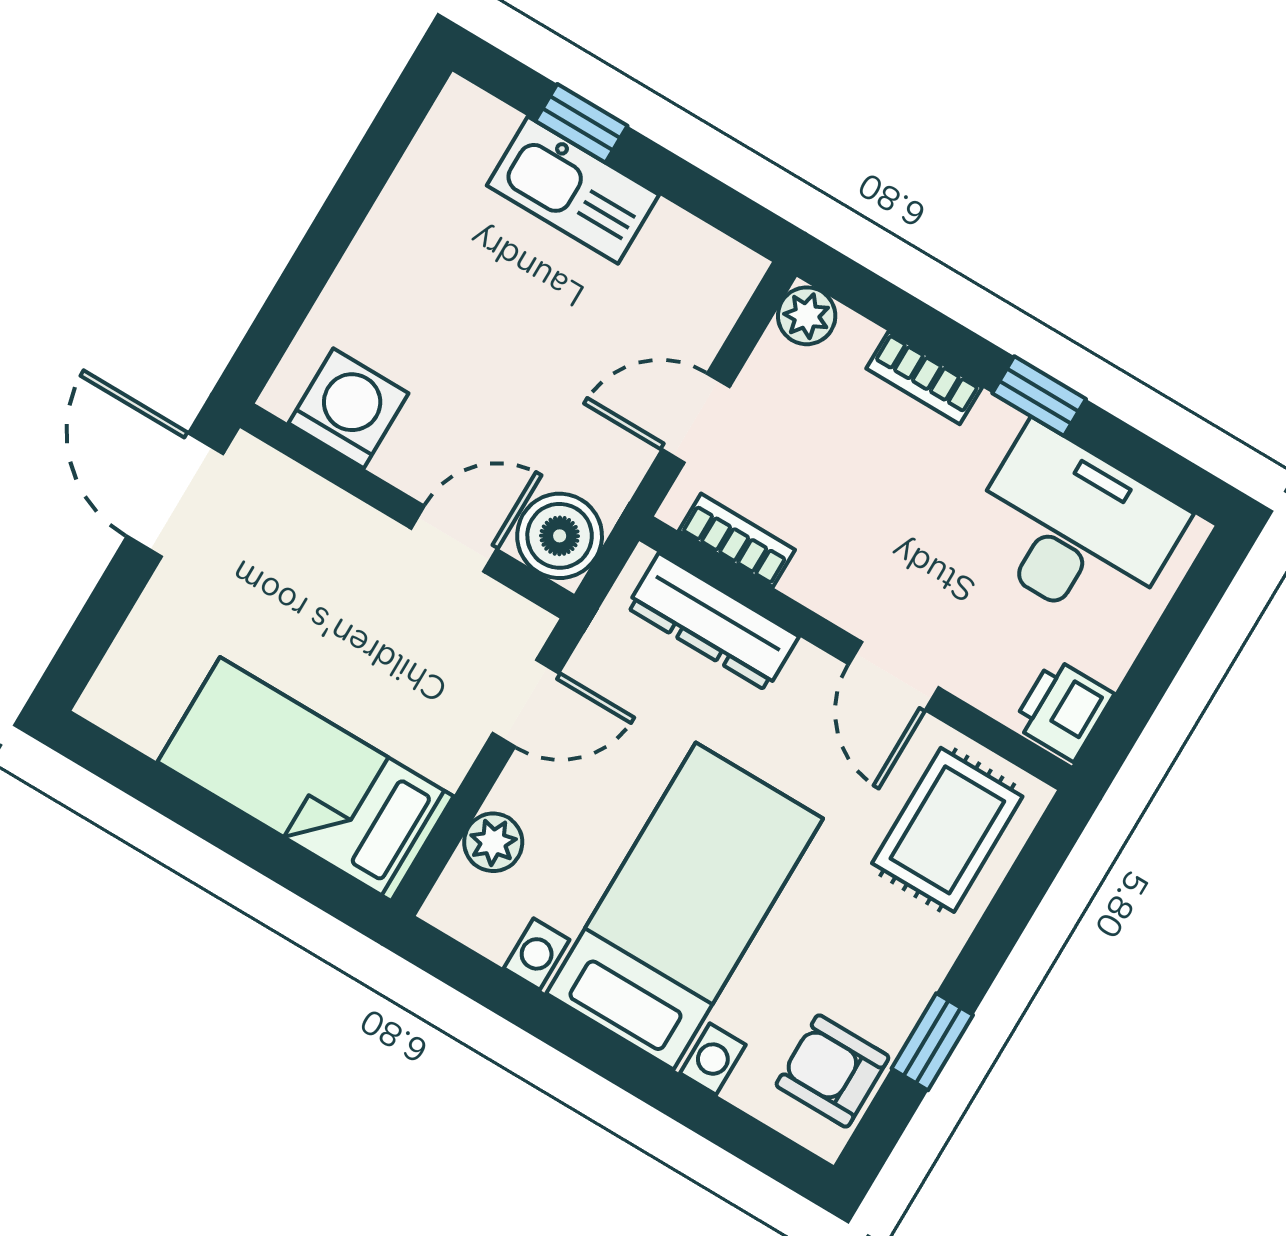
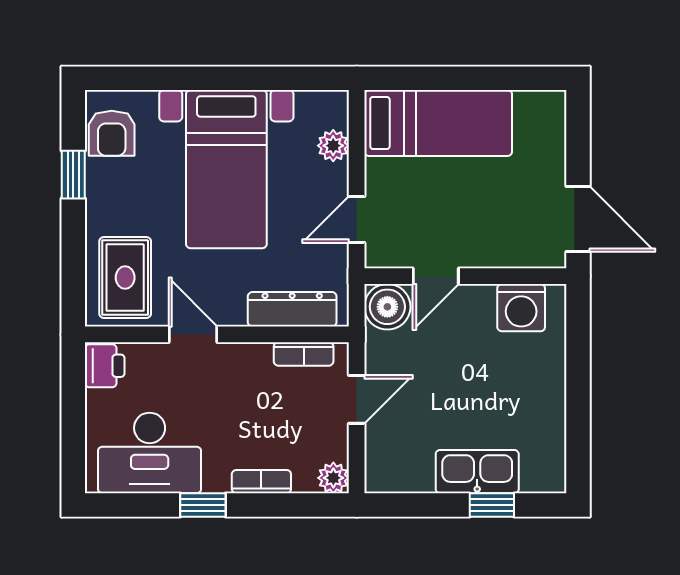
armchair: (832, 1071) -> (112, 133), turned 90

